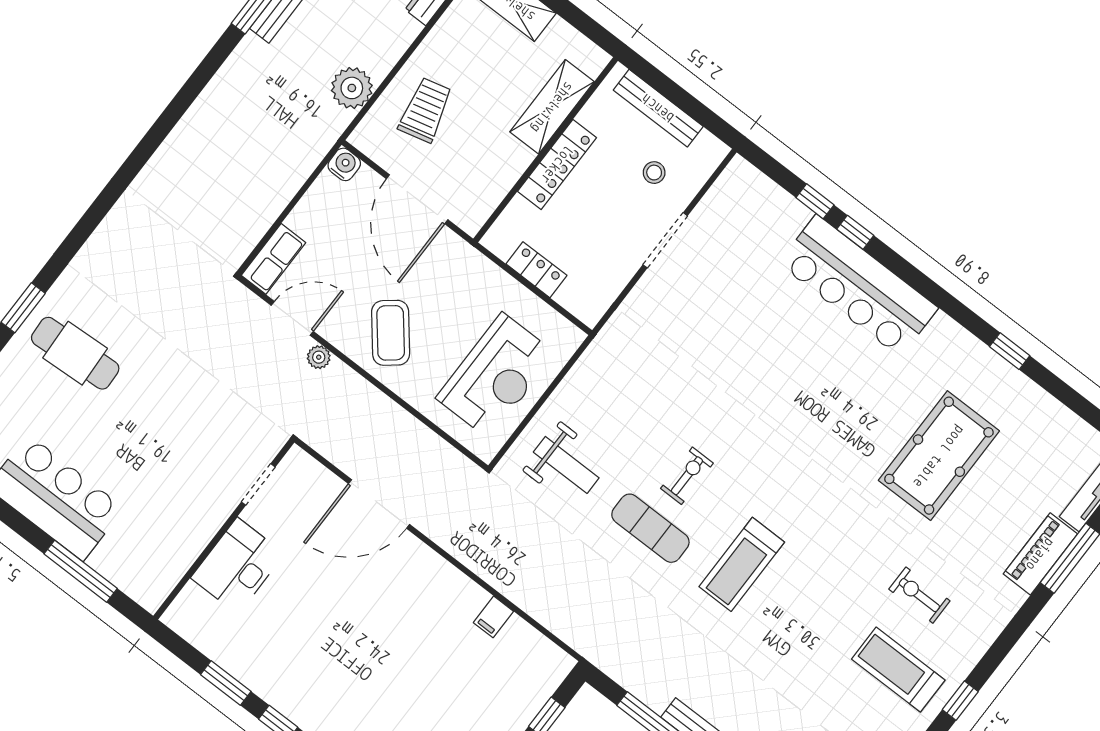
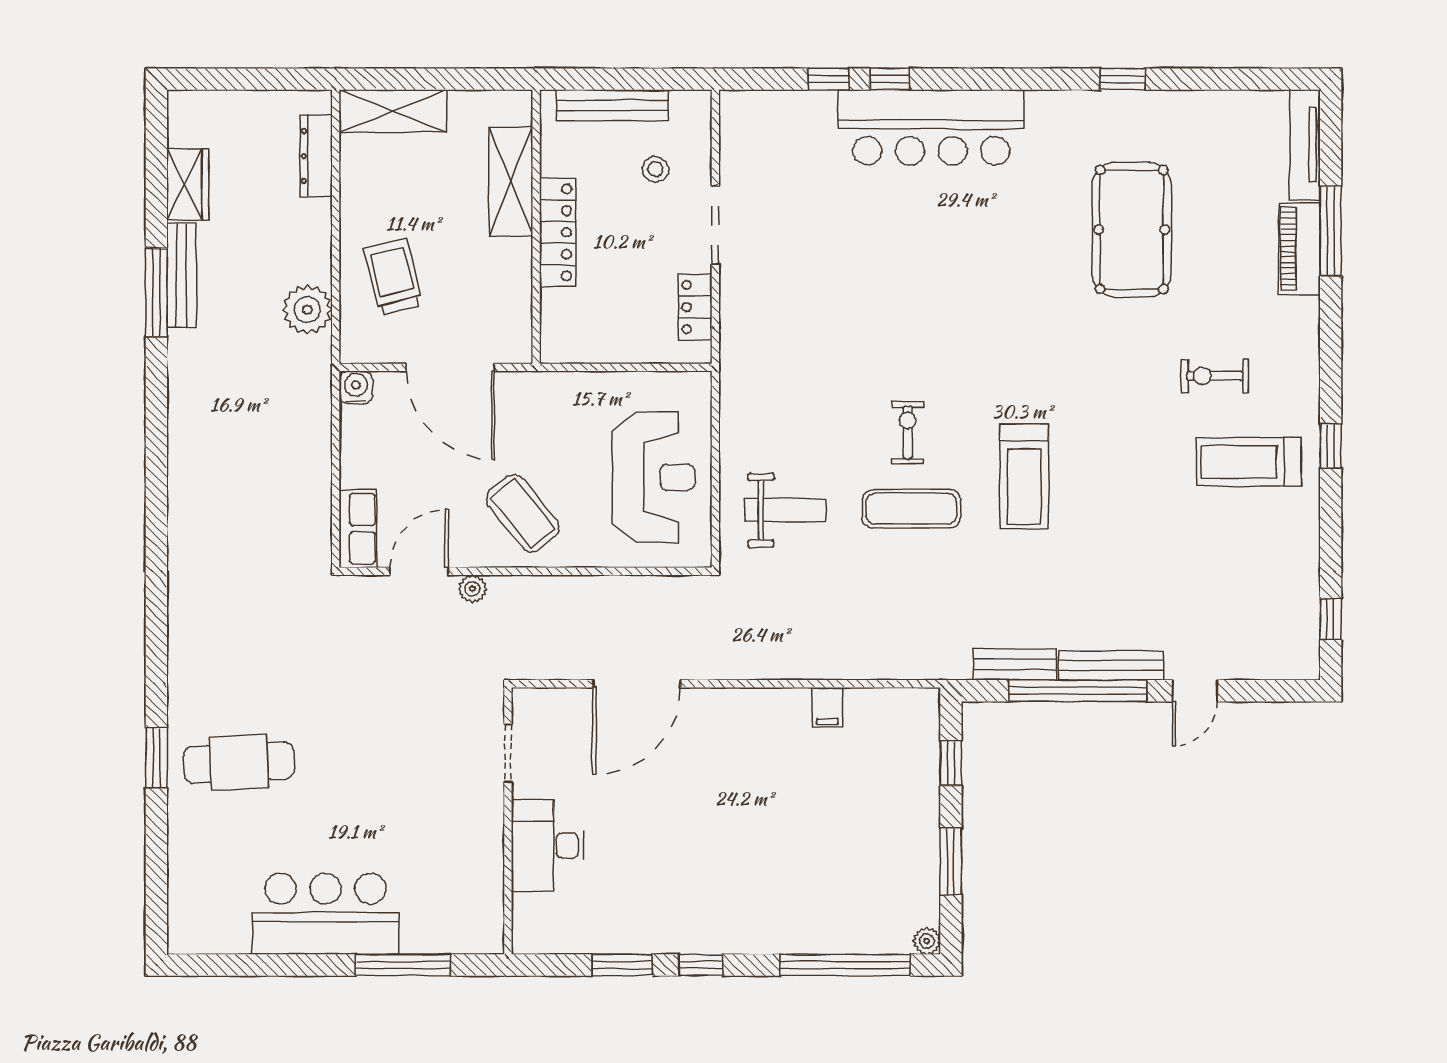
locker: (536, 270) -> (695, 307), moved, turned -90
bench: (639, 684) -> (1015, 665), added

